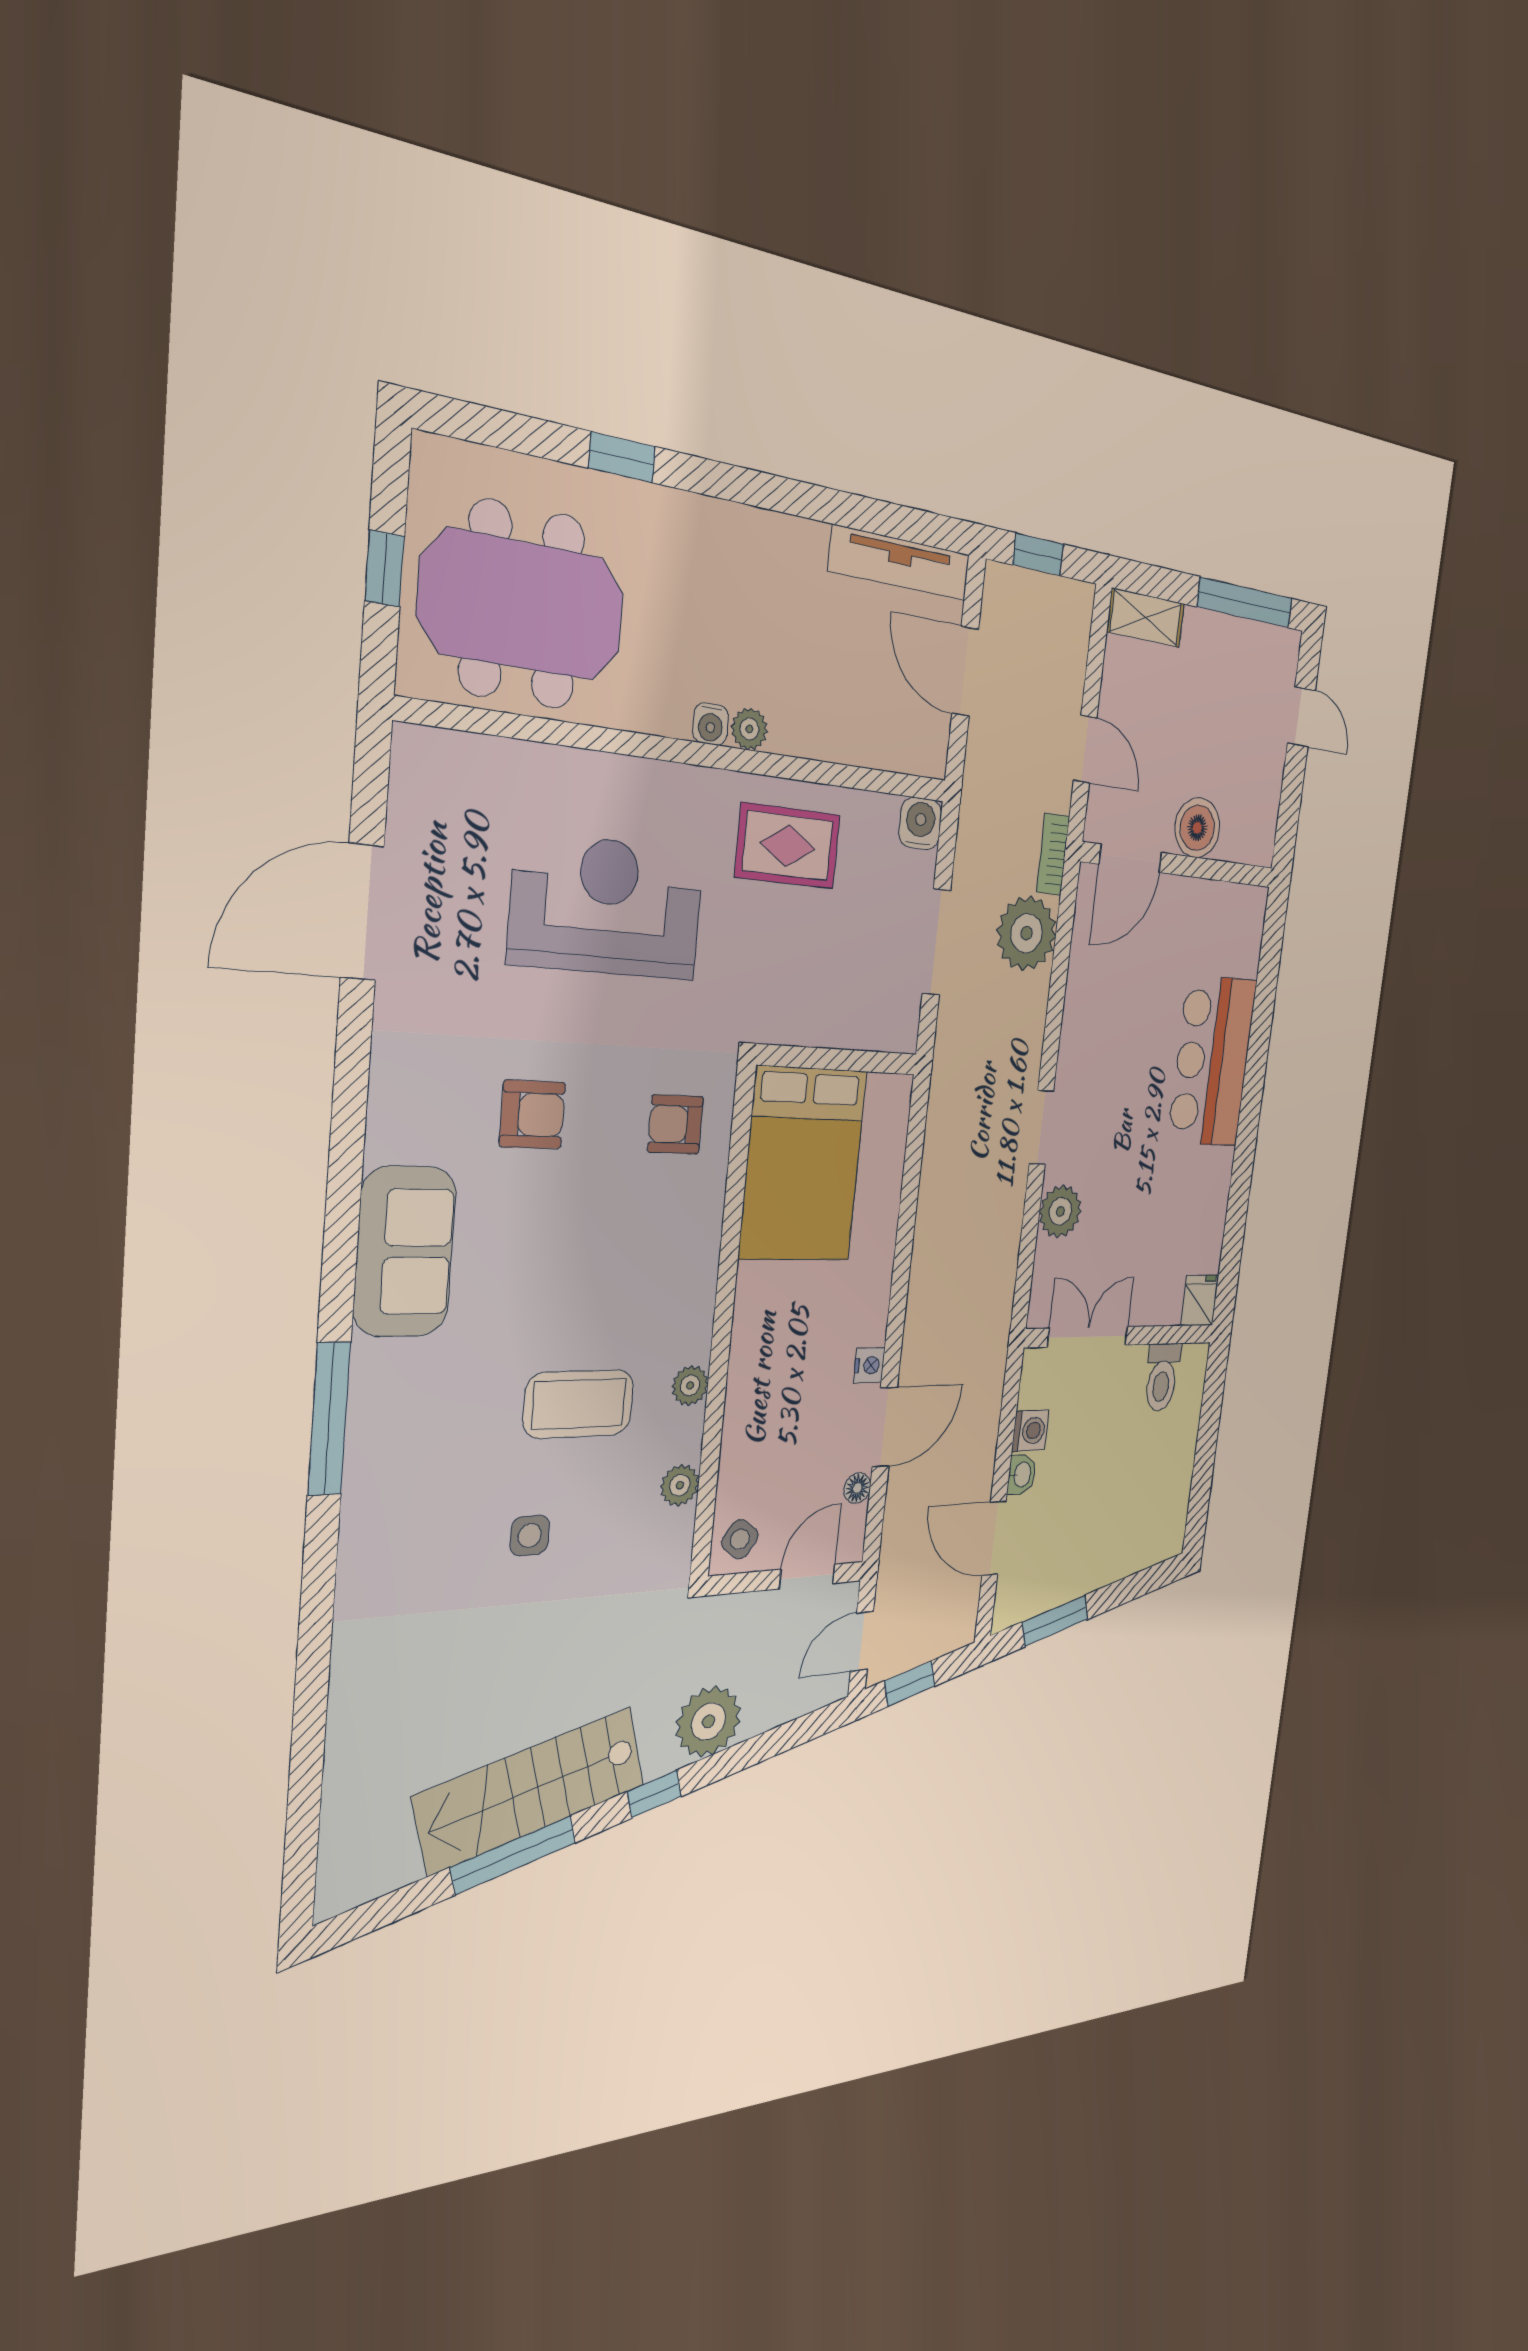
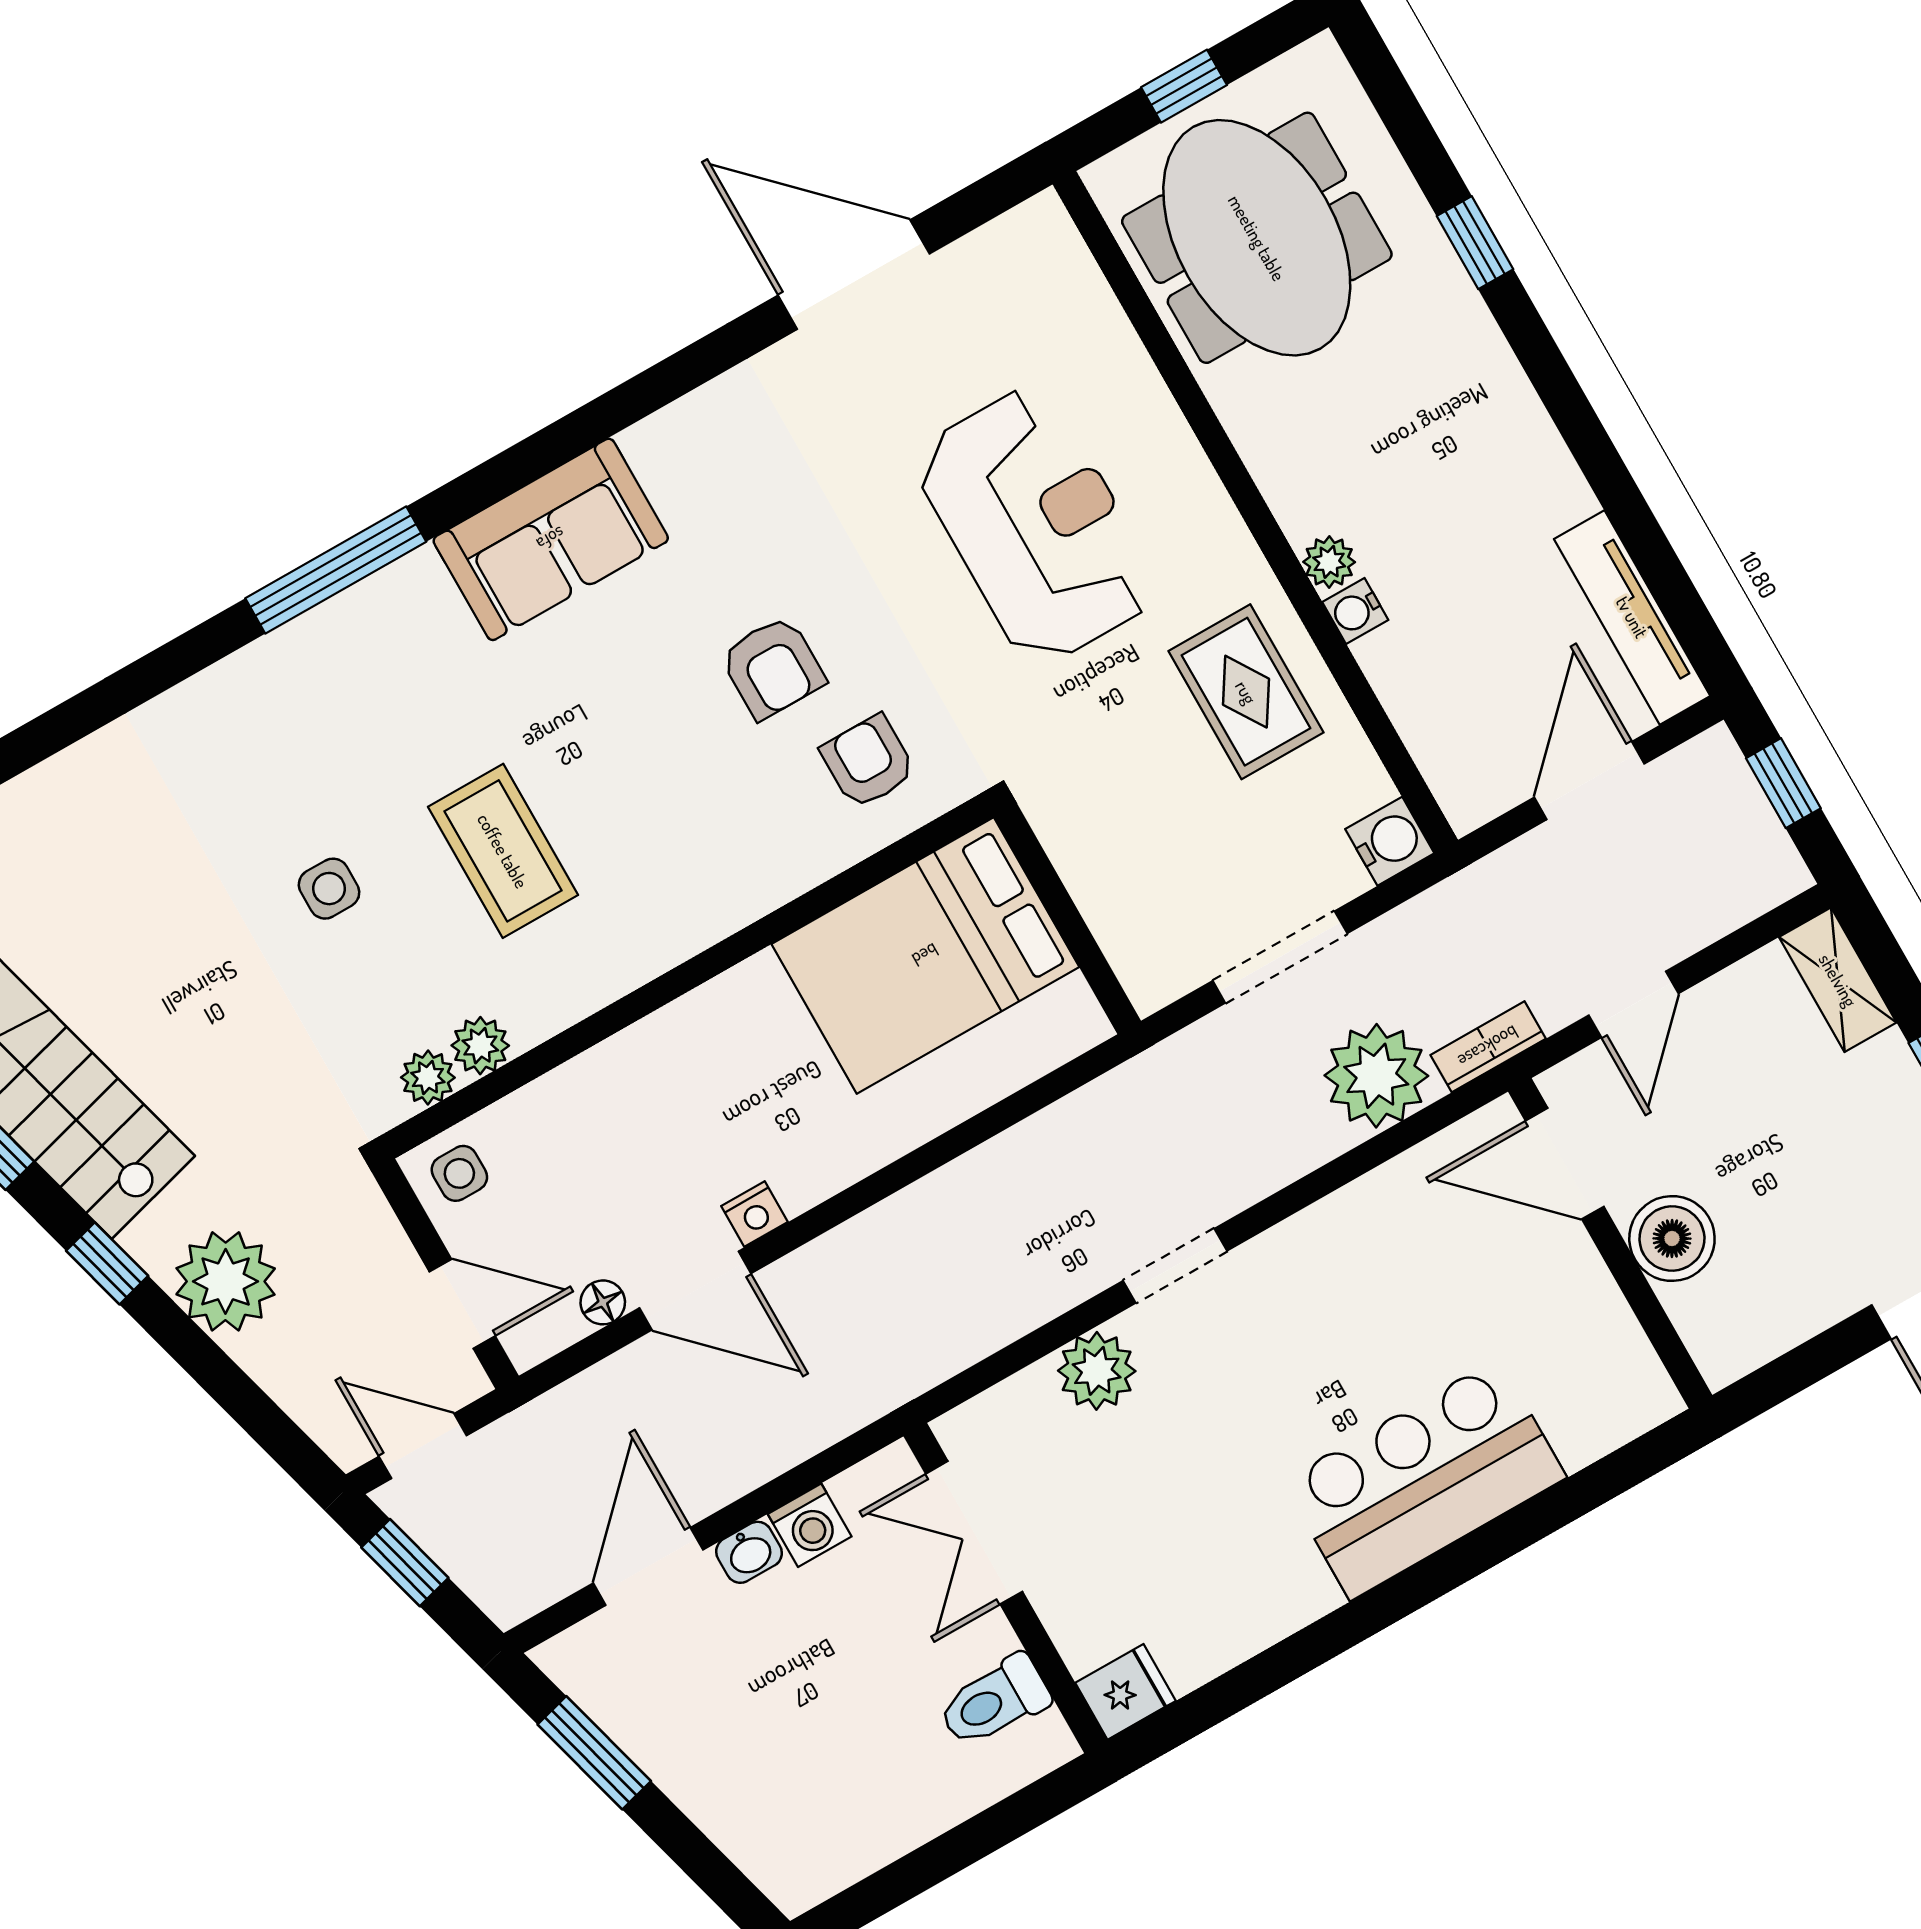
water cooler: (711, 724) -> (1355, 611), moved
armchair: (532, 1115) -> (773, 667), moved
double door: (1088, 1337) -> (974, 1533), swing flipped
plant: (690, 1385) -> (428, 1077), moved
side table: (740, 1539) -> (459, 1173), turned -36

